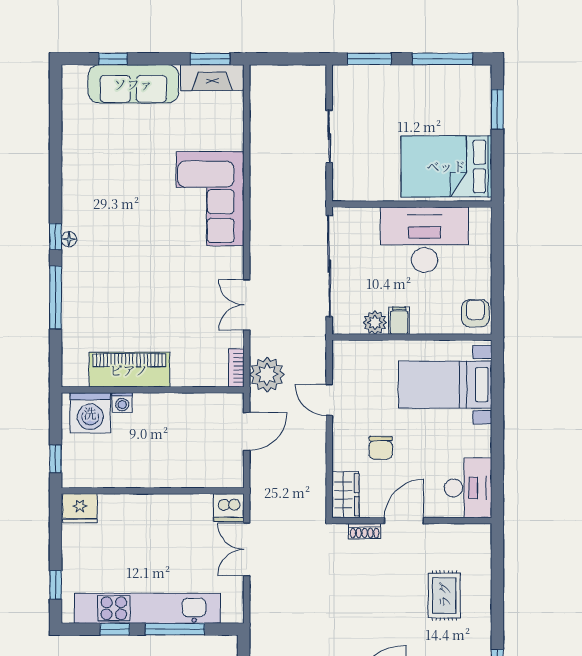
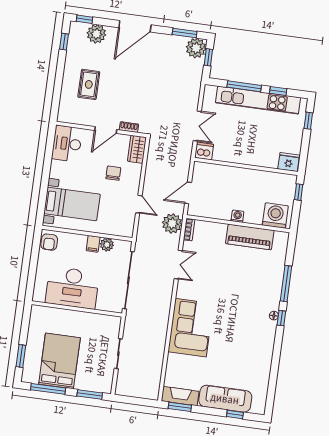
bed: (446, 166) -> (59, 361), moved, turned -90
washing machine: (122, 403) -> (237, 216), moved

